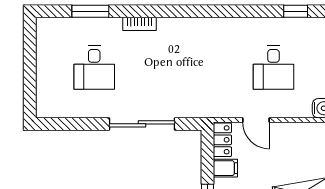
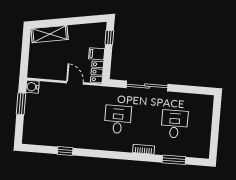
window: (296, 11) -> (65, 151), moved
desk: (273, 68) -> (118, 119), moved

